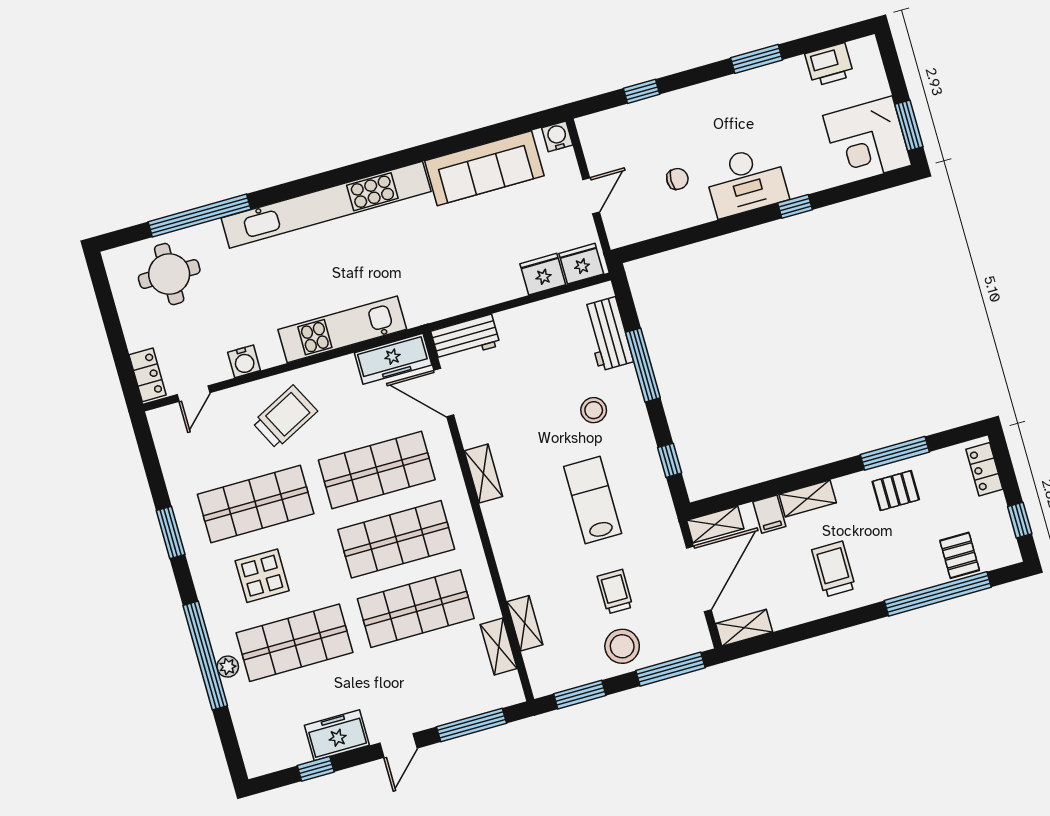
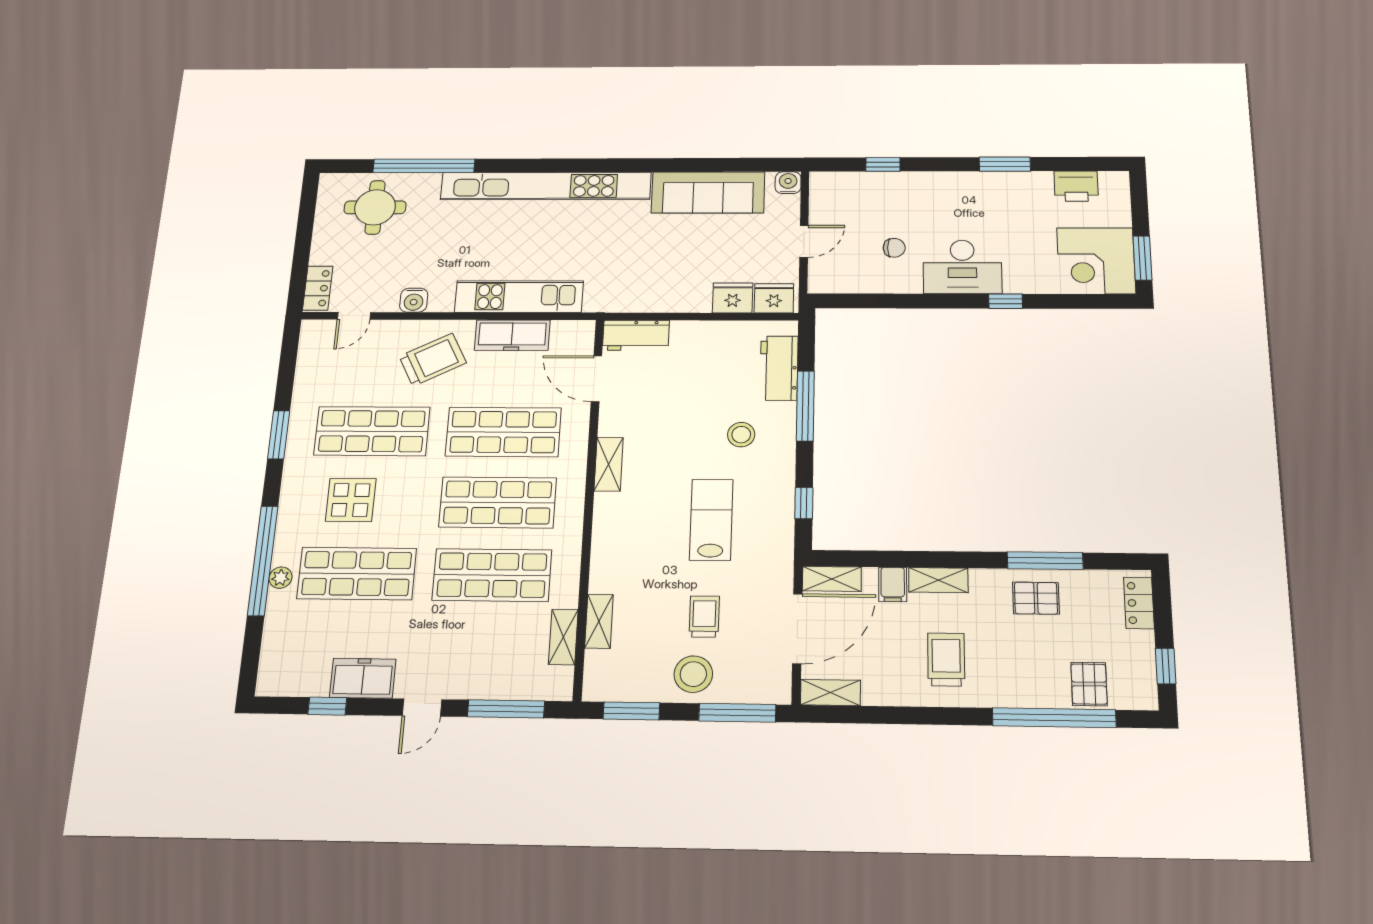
freezer: (393, 359) -> (512, 335), moved

